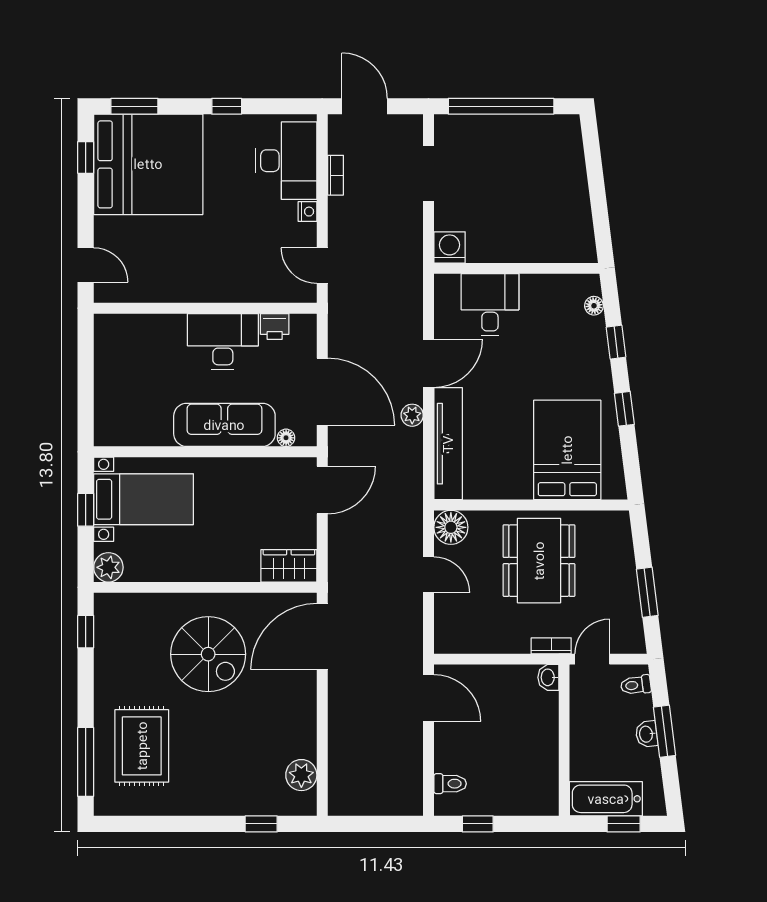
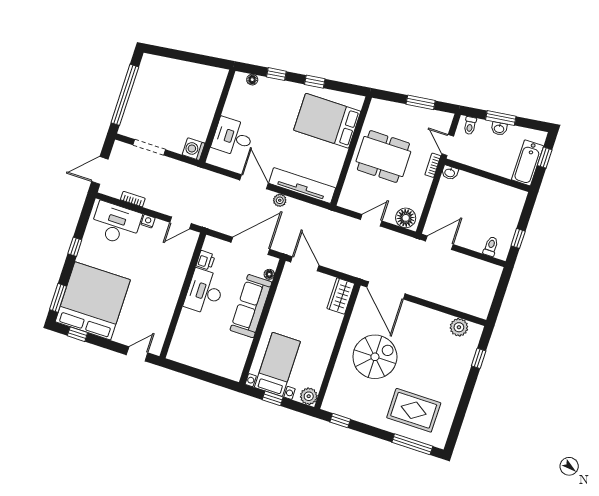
floor lamp: (451, 527) -> (406, 218), moved

